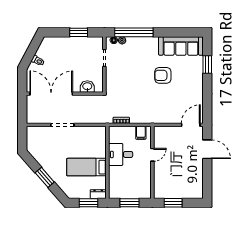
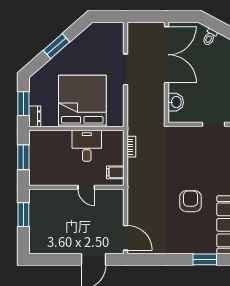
bed: (87, 167) -> (82, 101), width x2.04

